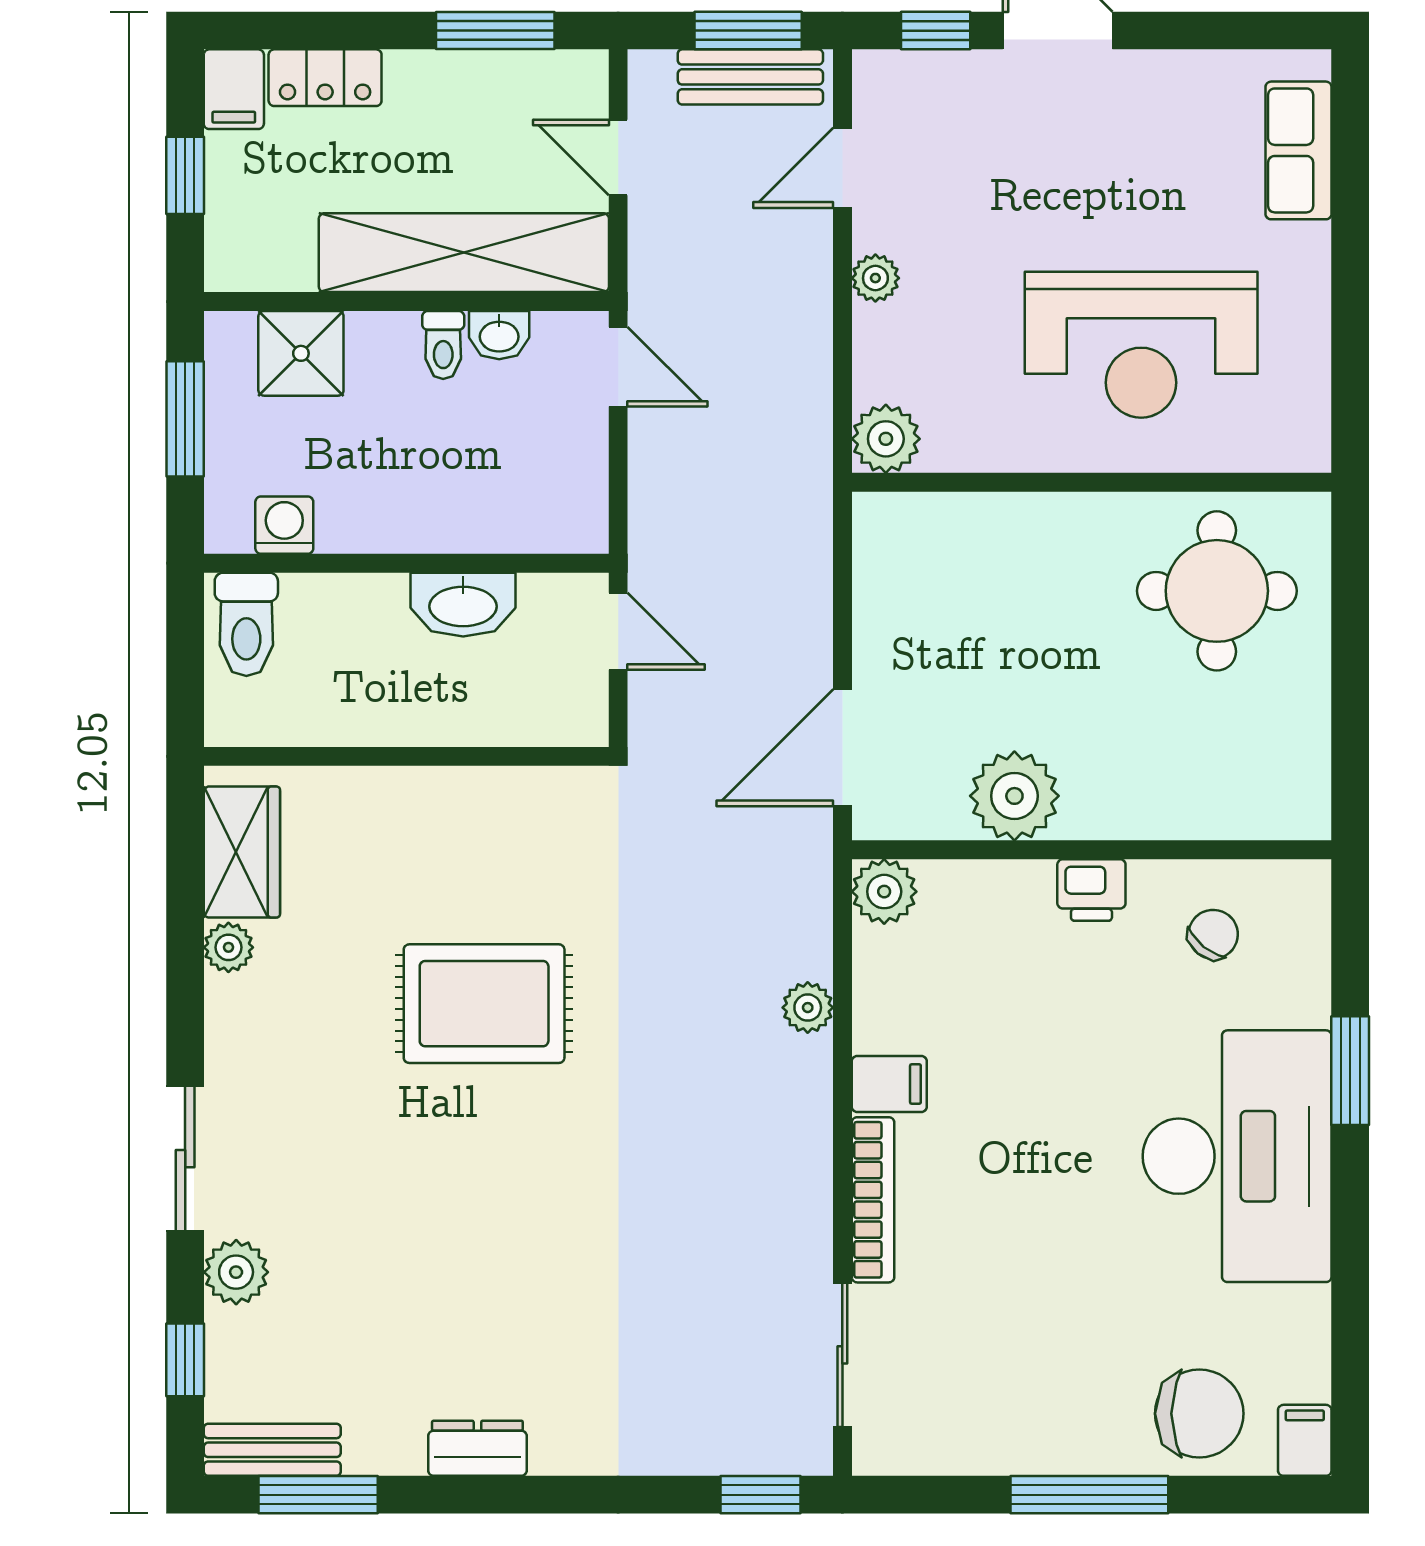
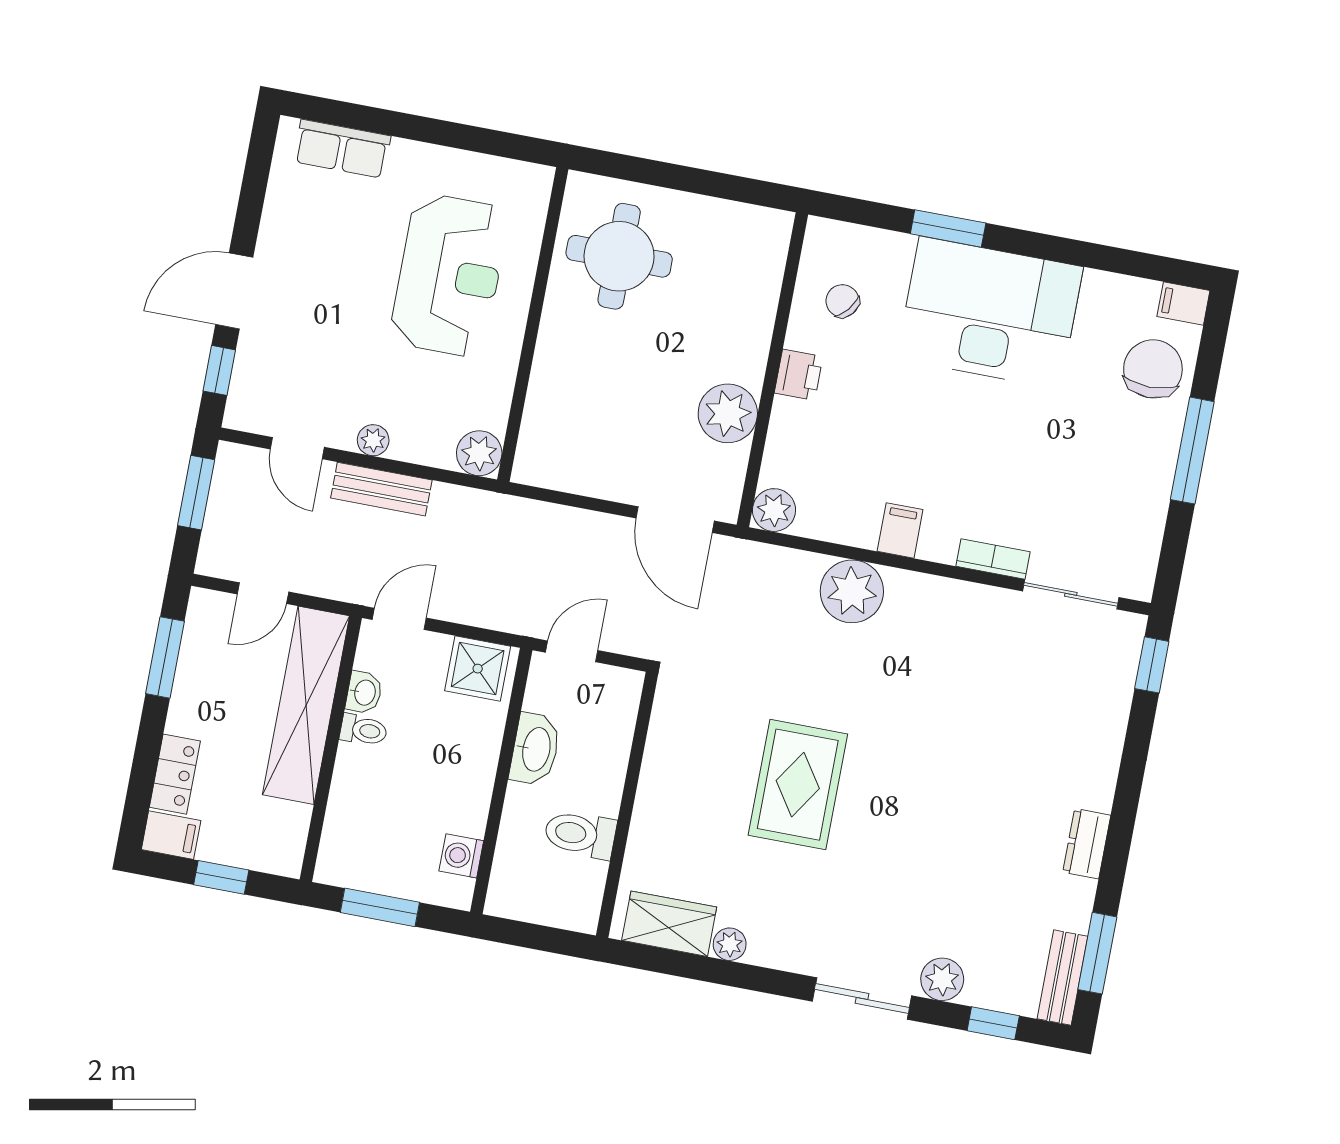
bench: (750, 77) -> (381, 489), moved, turned 90
shower: (301, 353) -> (478, 669), moved
toilet: (246, 624) -> (580, 834), moved, turned 180
plant: (808, 1008) -> (852, 591), width x1.87, depth x1.87
bookcase: (873, 1200) -> (993, 559), width x0.64

